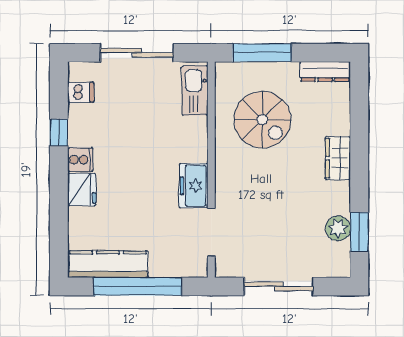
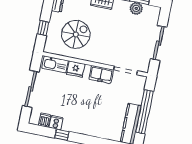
window: (262, 53) -> (43, 28), width x0.46
cooker: (80, 160) -> (56, 123), moved
fridge: (82, 190) -> (76, 69), moved, turned 180

